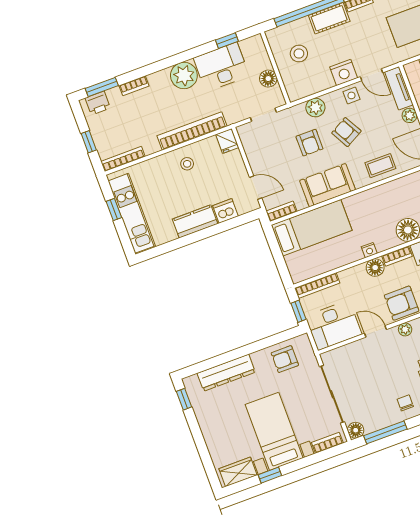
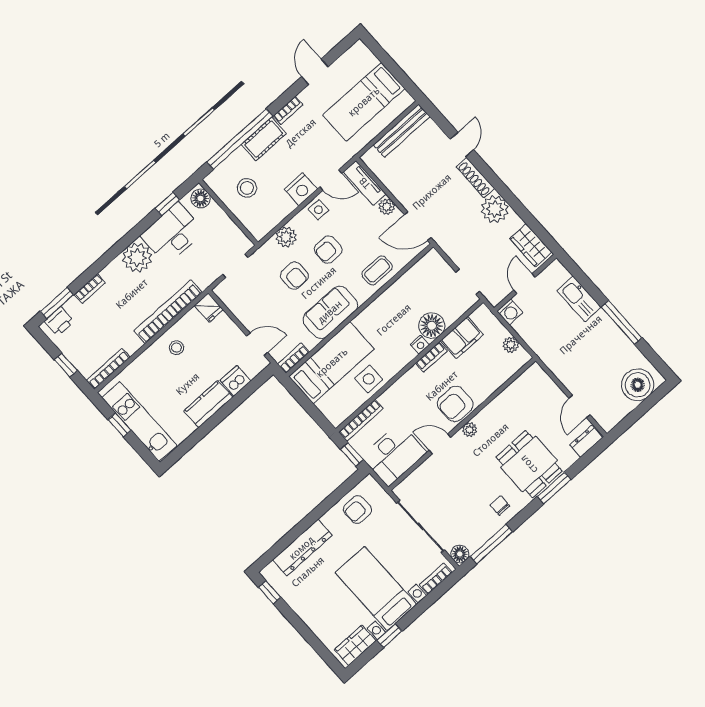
floor lamp: (268, 79) -> (201, 198), moved
armchair: (346, 132) -> (328, 250), turned -61
nightstand: (369, 250) -> (420, 345), moved
side table: (337, 254) -> (369, 379), added
floor lamp: (375, 268) -> (413, 378), removed

